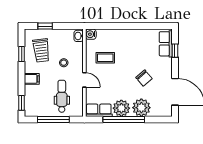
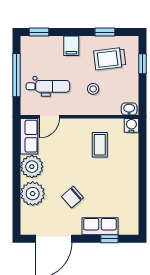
row of seats: (166, 44) -> (100, 226), moved
door: (84, 80) -> (50, 117), moved
window: (124, 120) -> (17, 170), removed

